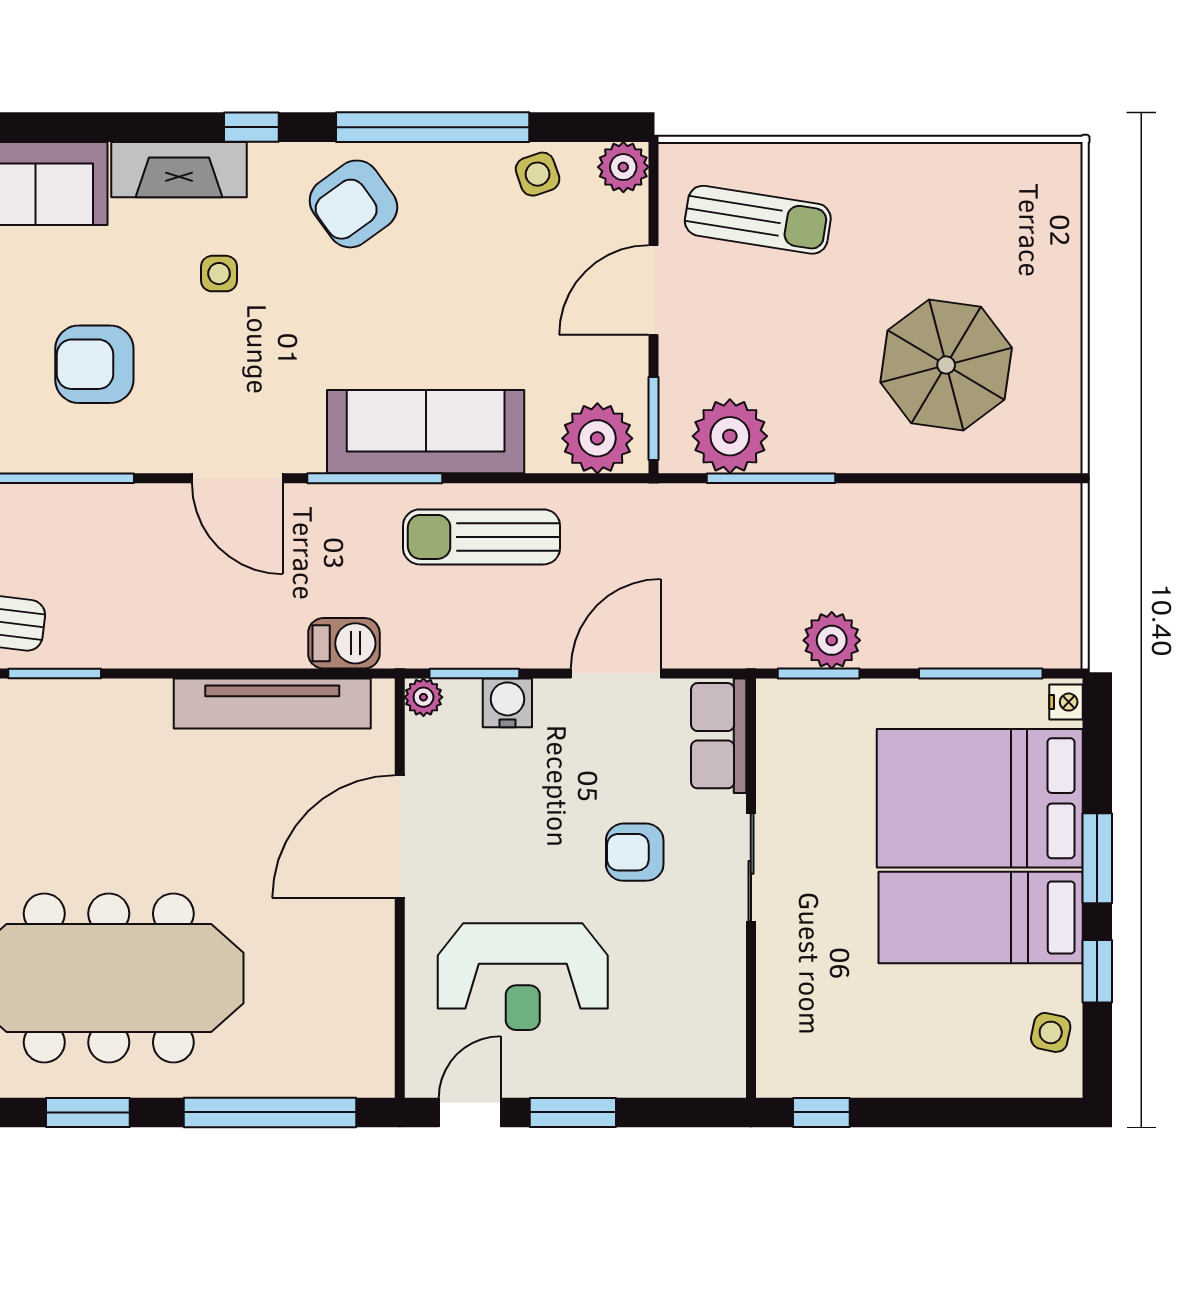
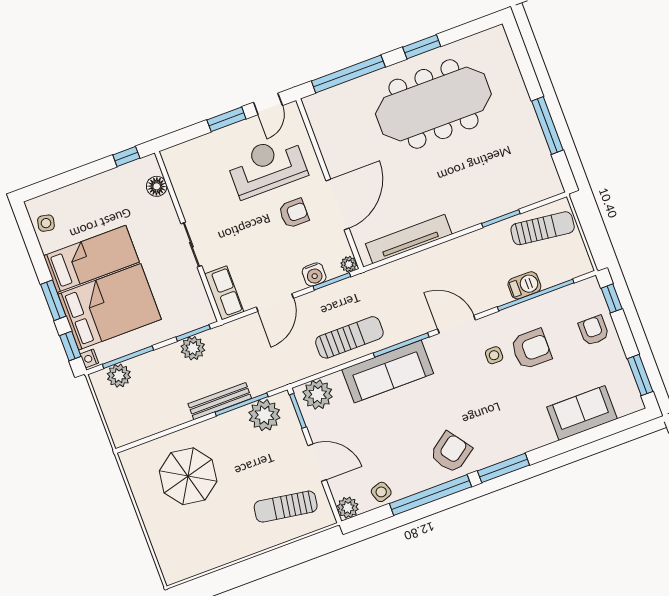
window: (251, 127) -> (503, 468), width x2.17
fireplace: (179, 170) -> (526, 440), removed
side table: (219, 274) -> (494, 355), moved
door: (653, 290) -> (317, 463), hinge flipped
bench: (816, 503) -> (220, 401), added
plant: (1015, 641) -> (119, 376), added
barbecue: (344, 643) -> (524, 285), moved, turned 180
armchair: (635, 852) -> (294, 213), moved
window: (1097, 971) -> (70, 346), moved
floor lamp: (779, 1023) -> (157, 186), added

